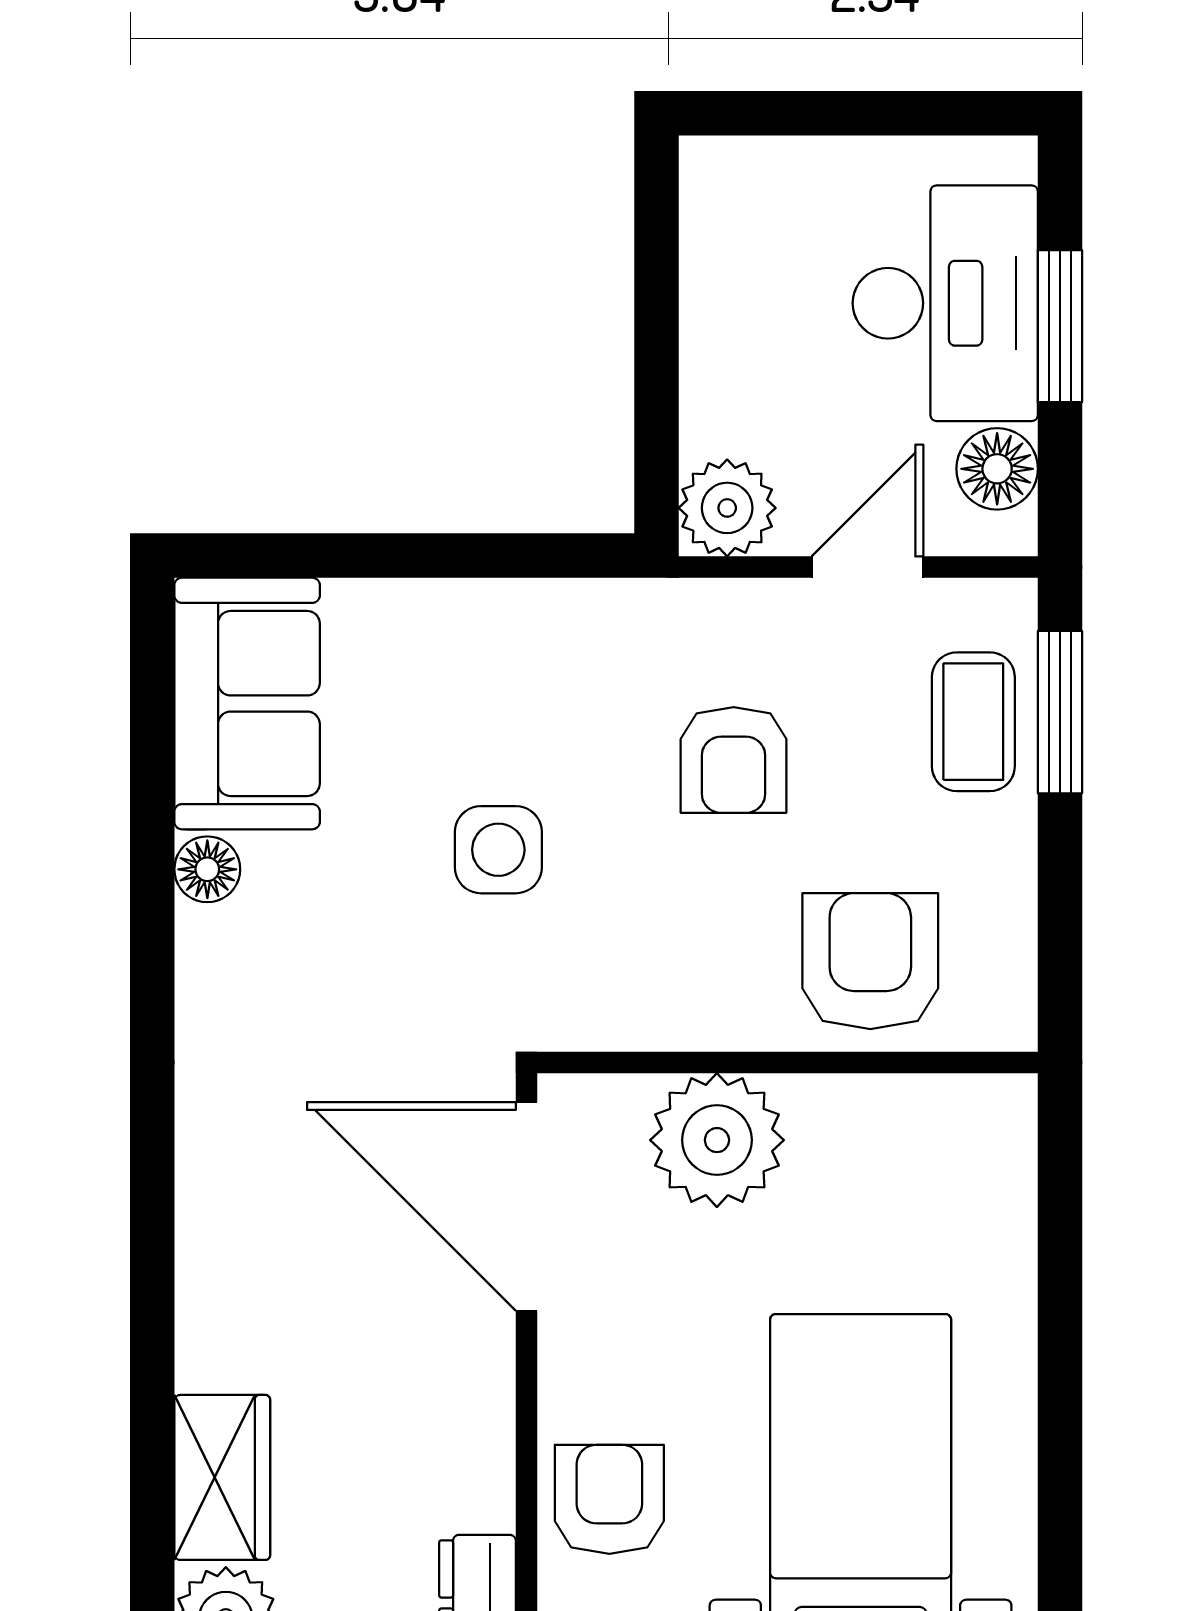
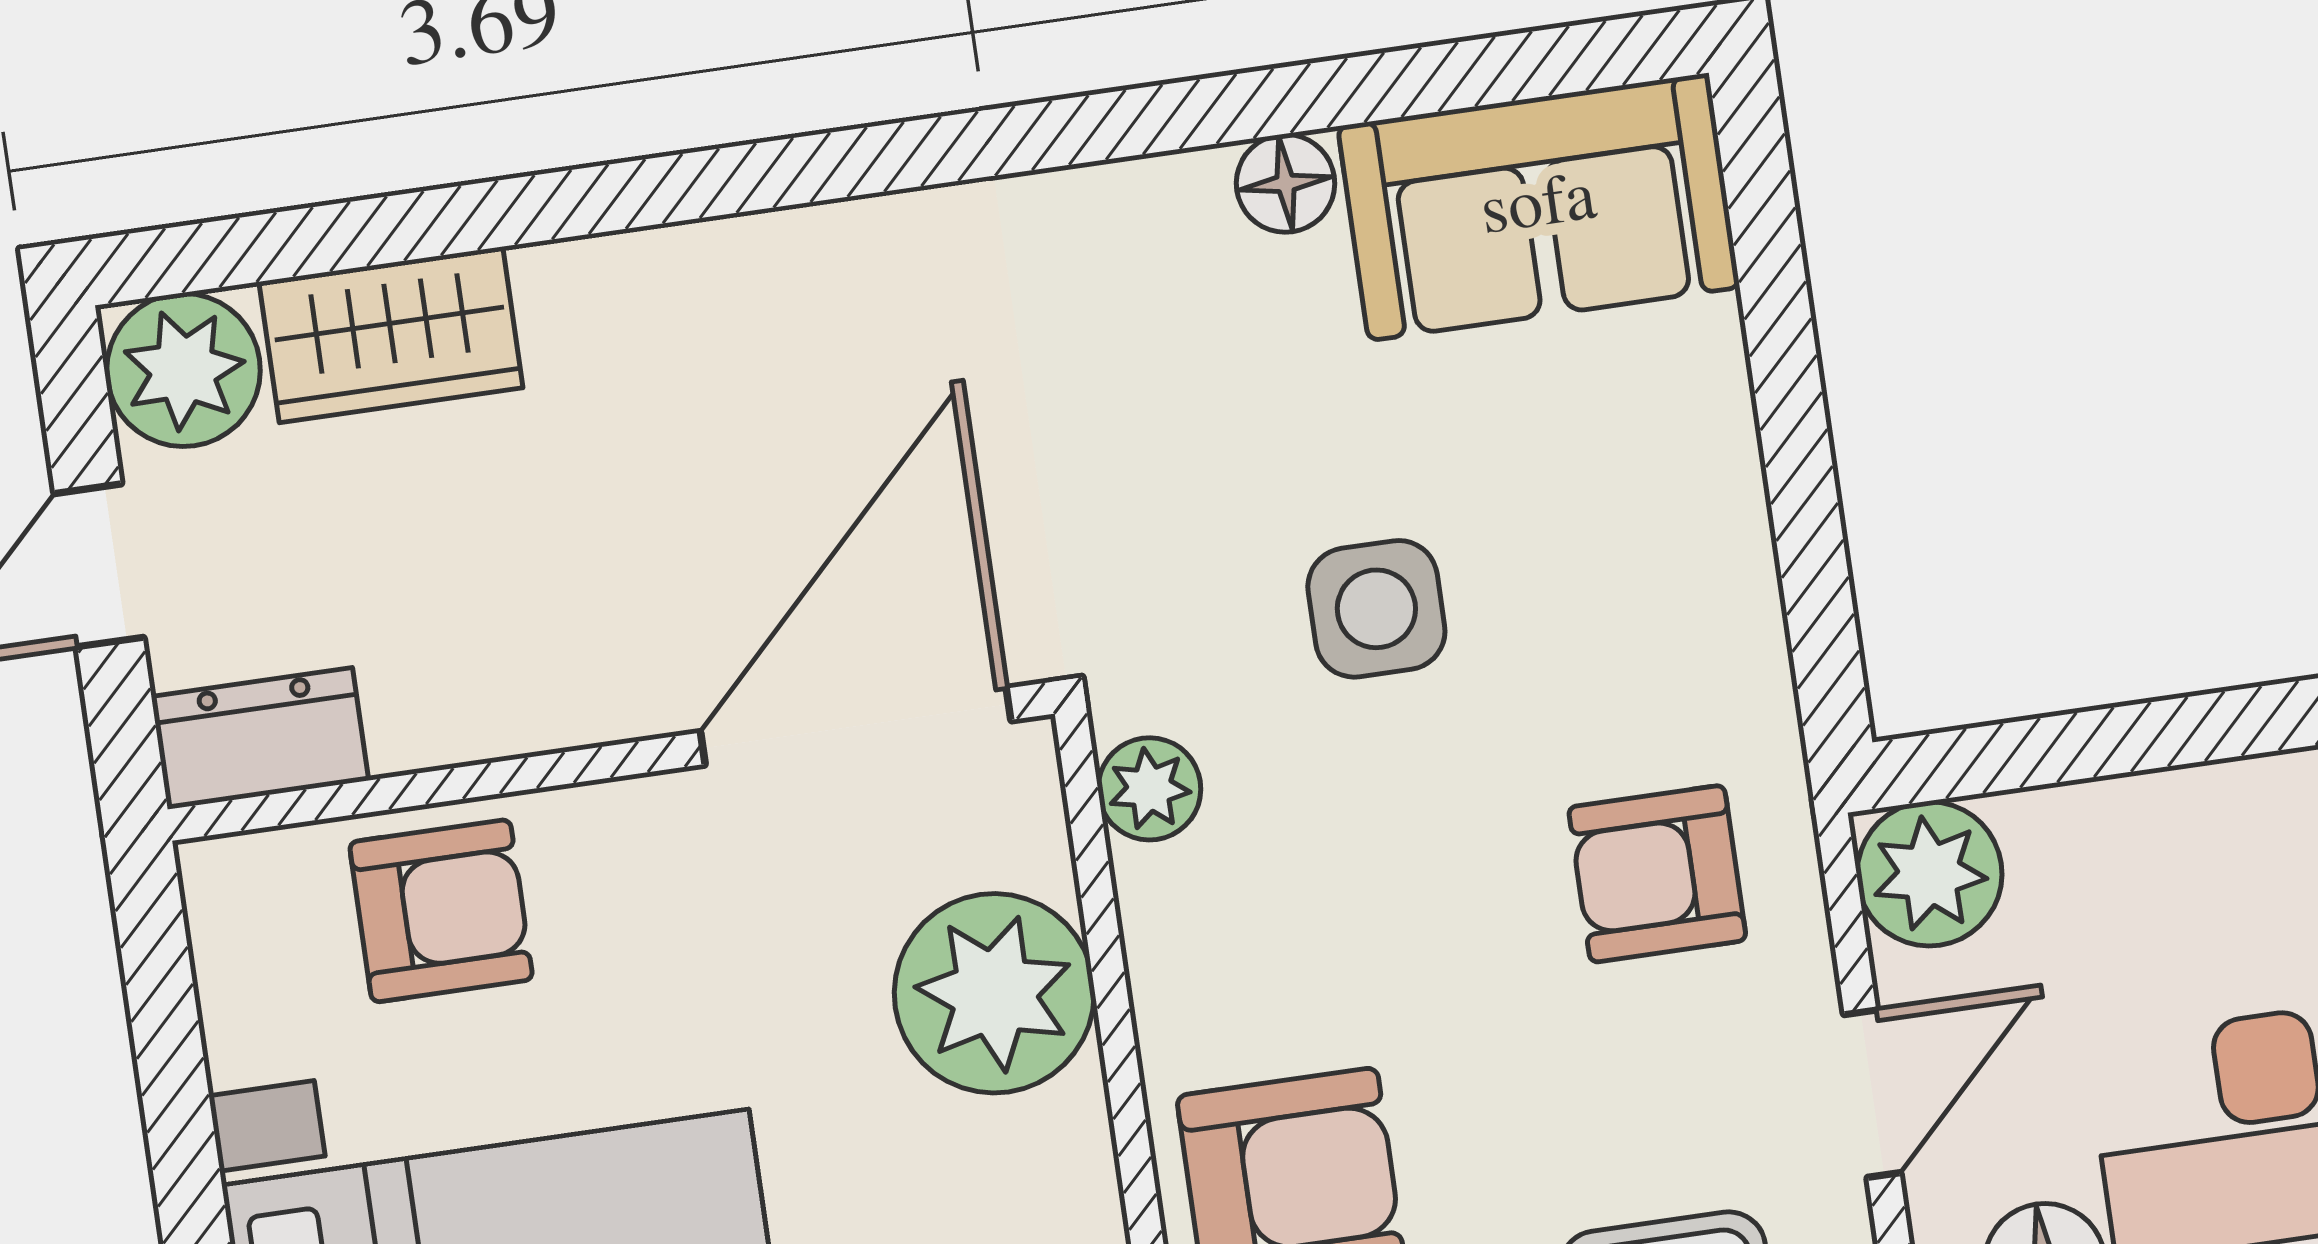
door: (867, 567) -> (1872, 1094), hinge flipped
armchair: (734, 760) -> (1657, 874), moved
plant: (596, 1018) -> (1149, 789), added

